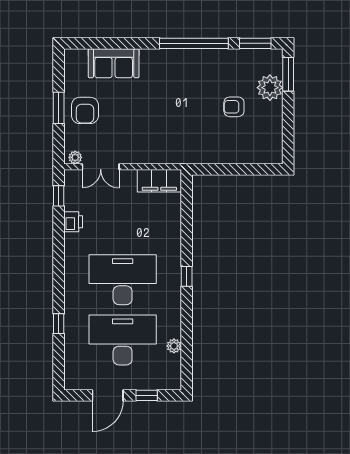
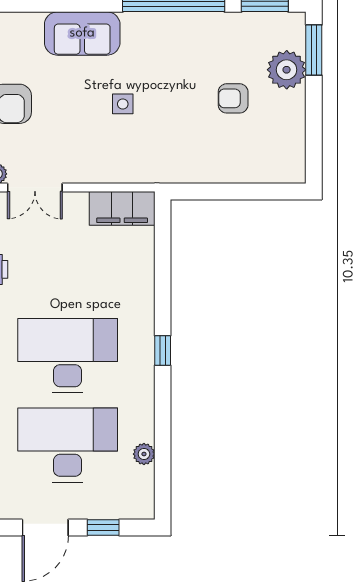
sofa: (114, 63) -> (82, 33), moved
side table: (160, 111) -> (123, 104), added

